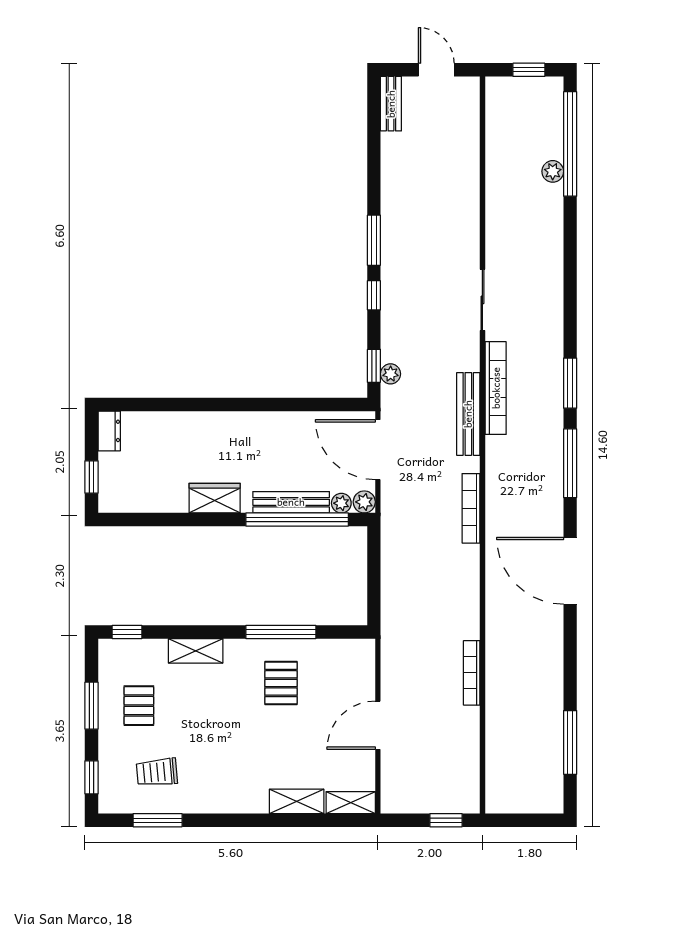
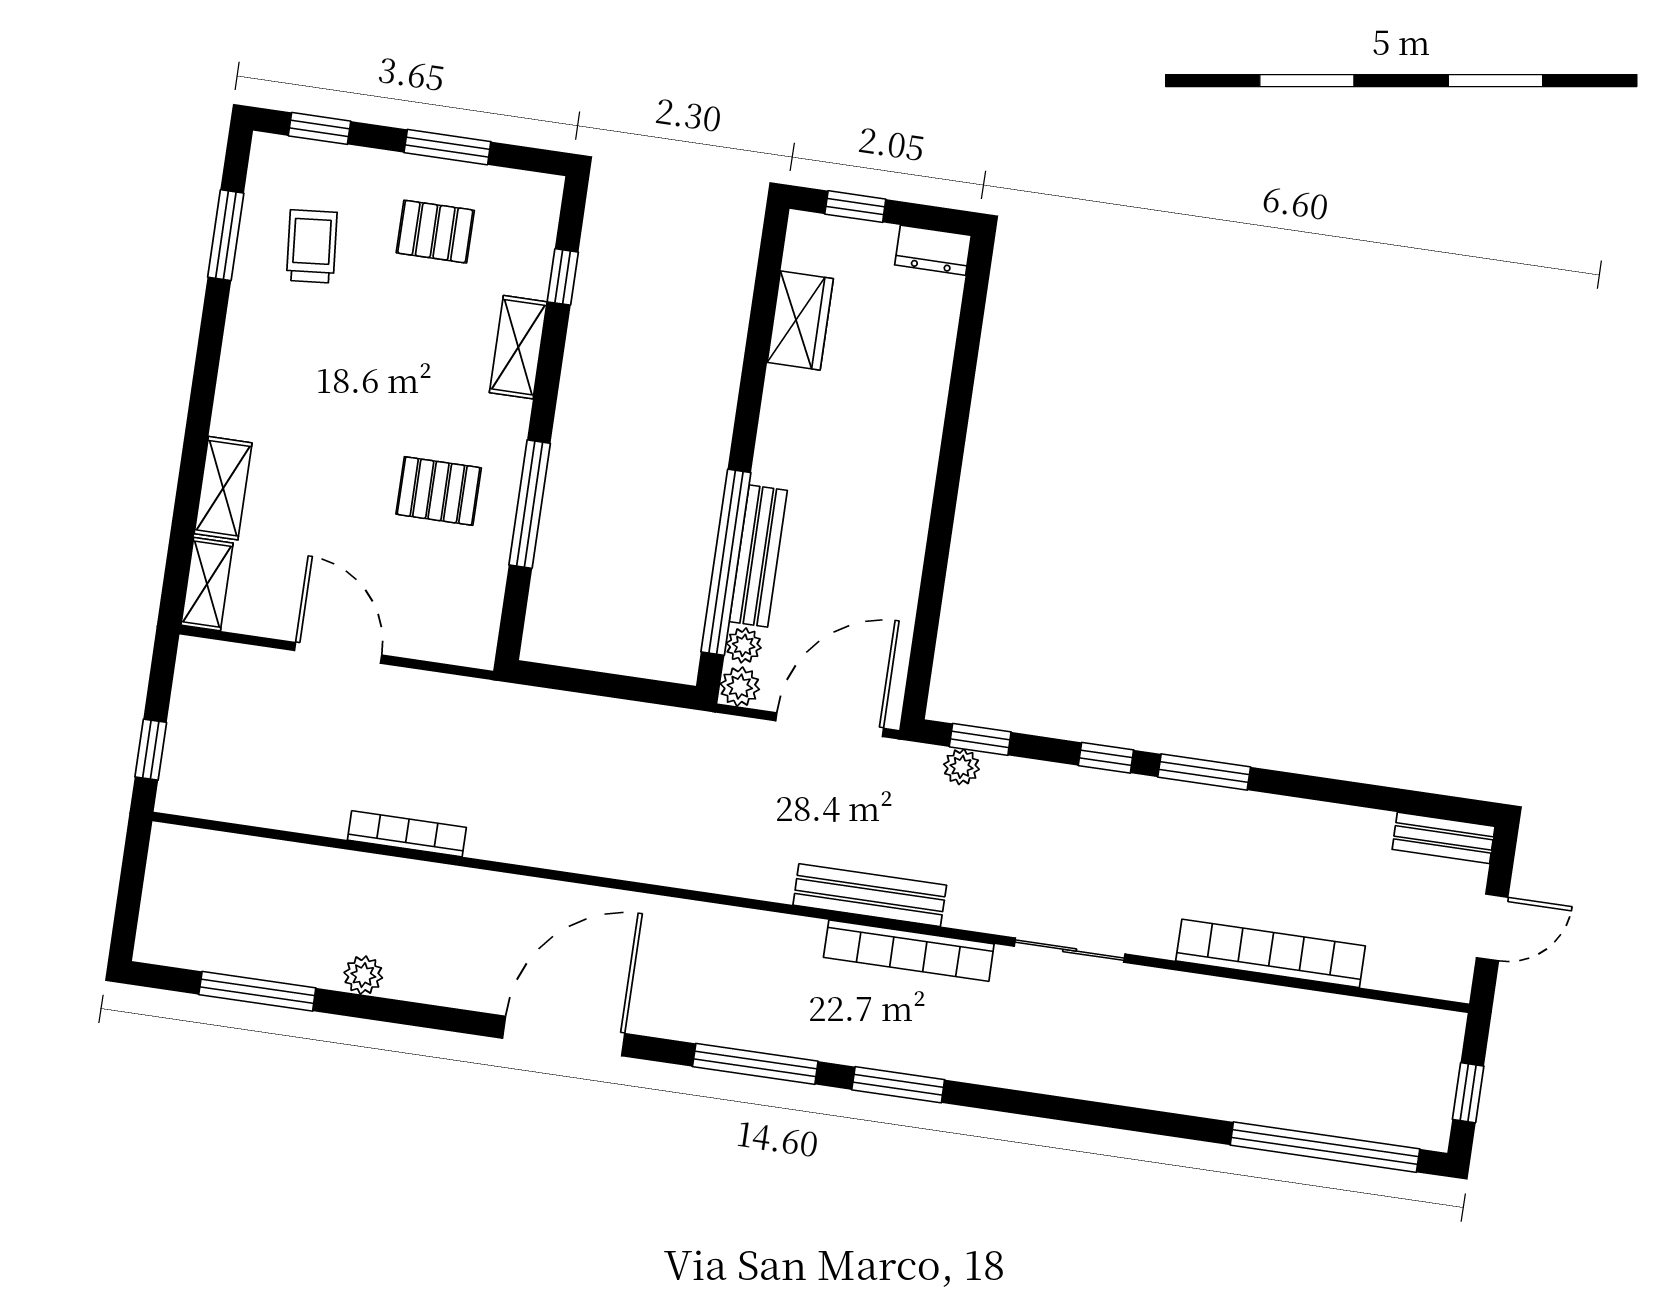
plant: (553, 171) -> (363, 975), moved
wardrobe: (215, 498) -> (800, 320), moved
bookcase: (471, 508) -> (1271, 953), moved, width x1.48, depth x1.31
window: (127, 632) -> (563, 277), moved

